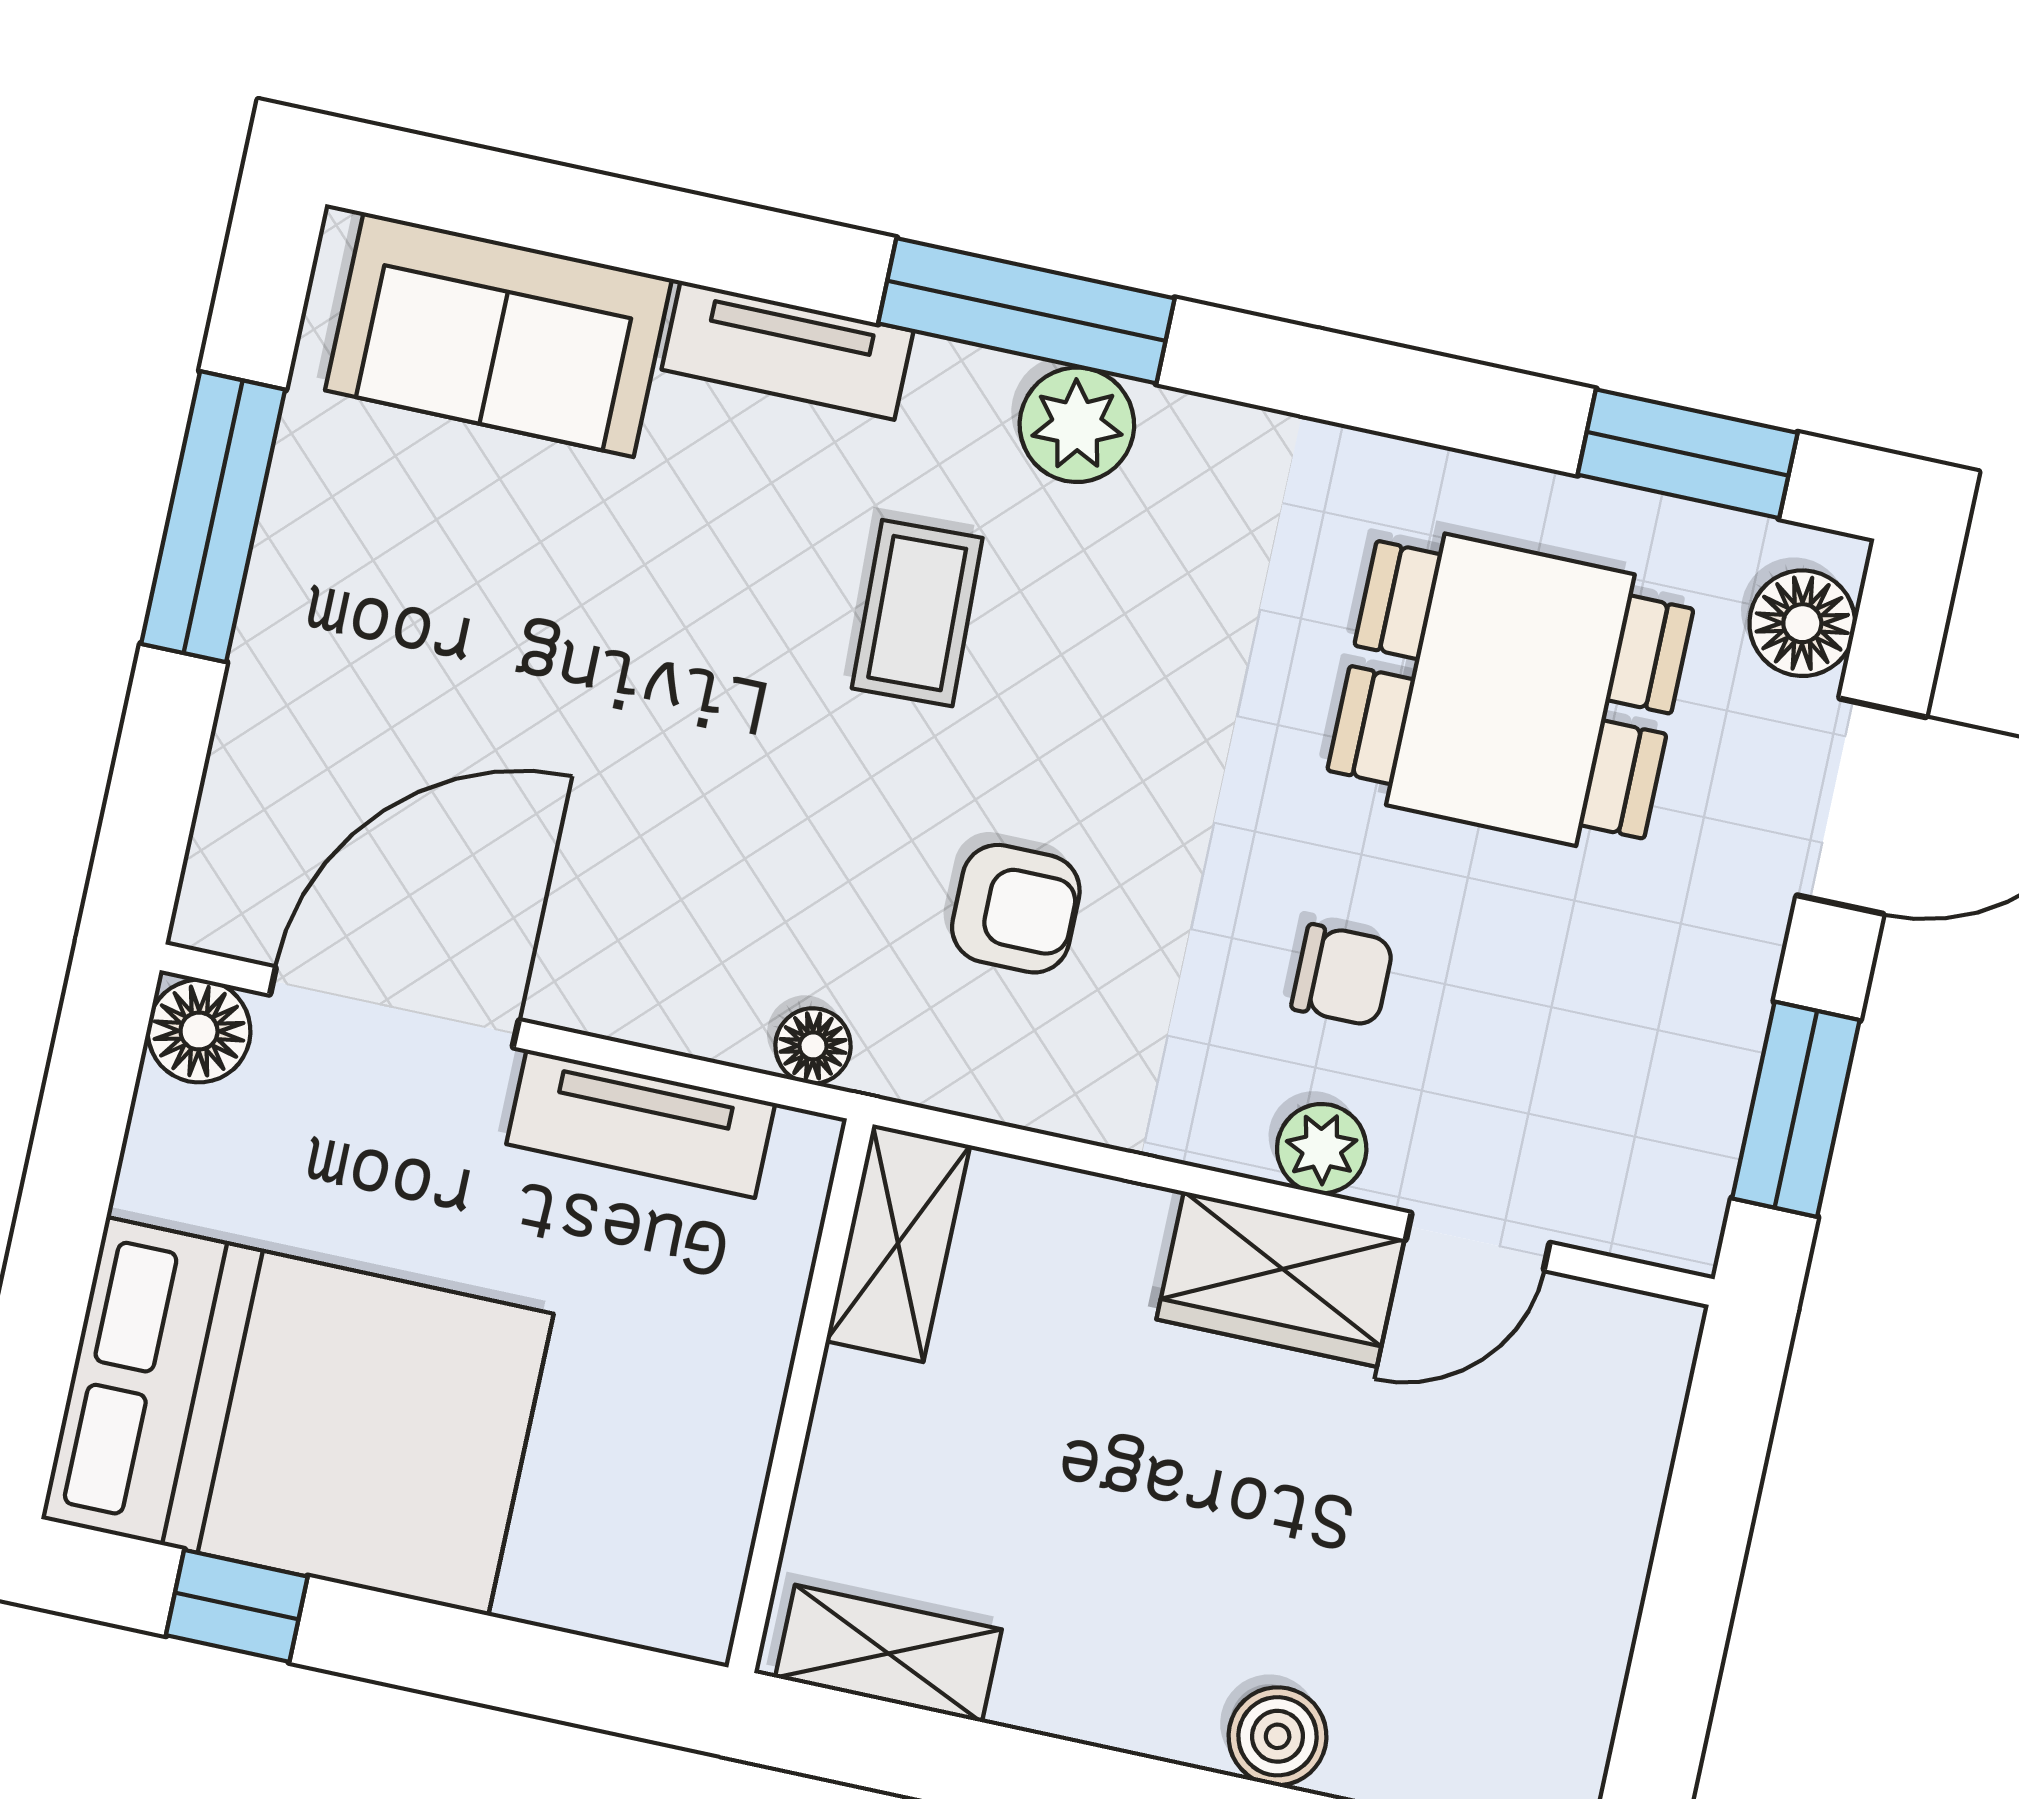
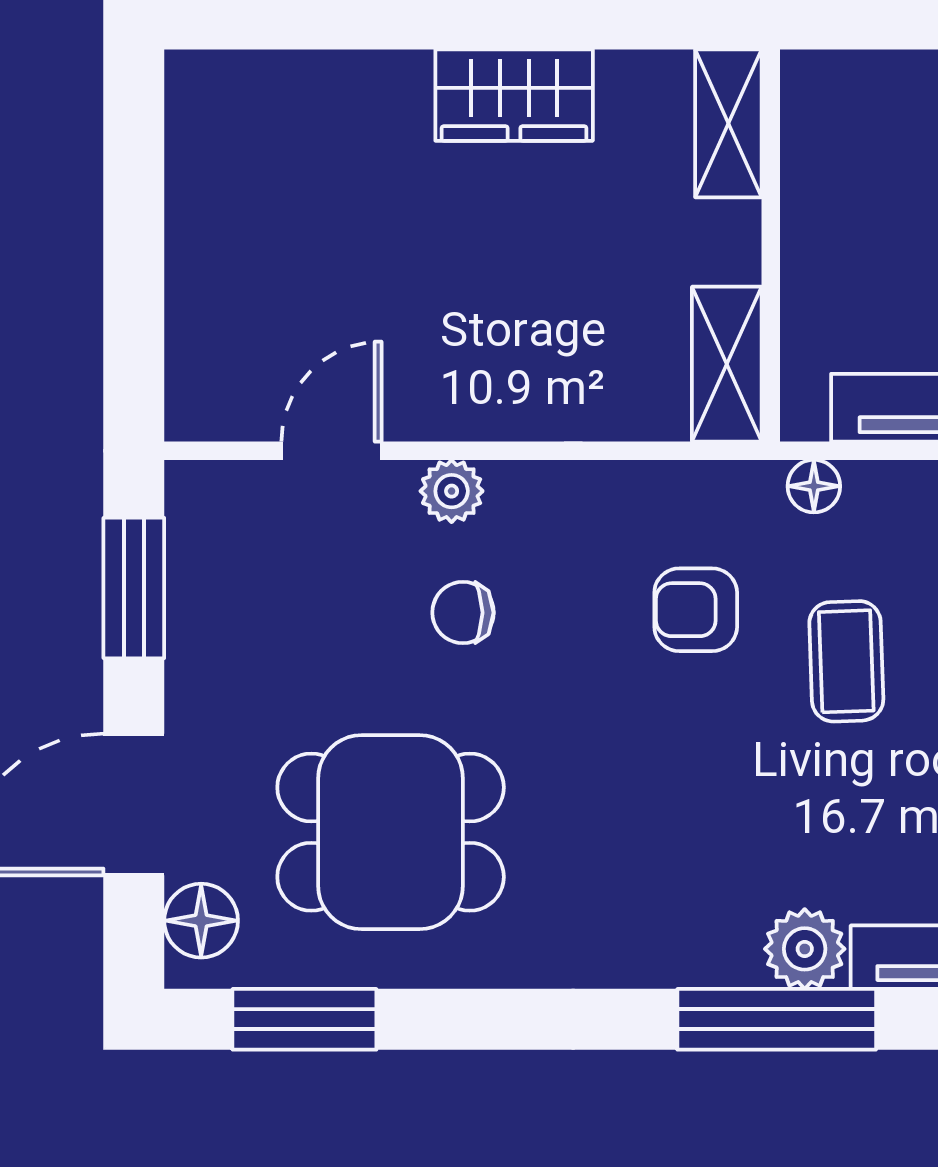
plant: (1077, 425) -> (805, 949), moved
coffee table: (917, 613) -> (846, 661), moved
wardrobe: (1280, 1279) -> (514, 95), moved, turned 180
shelving: (888, 1653) -> (728, 123), moved, turned 90
boiler: (1278, 1736) -> (395, 84), removed

